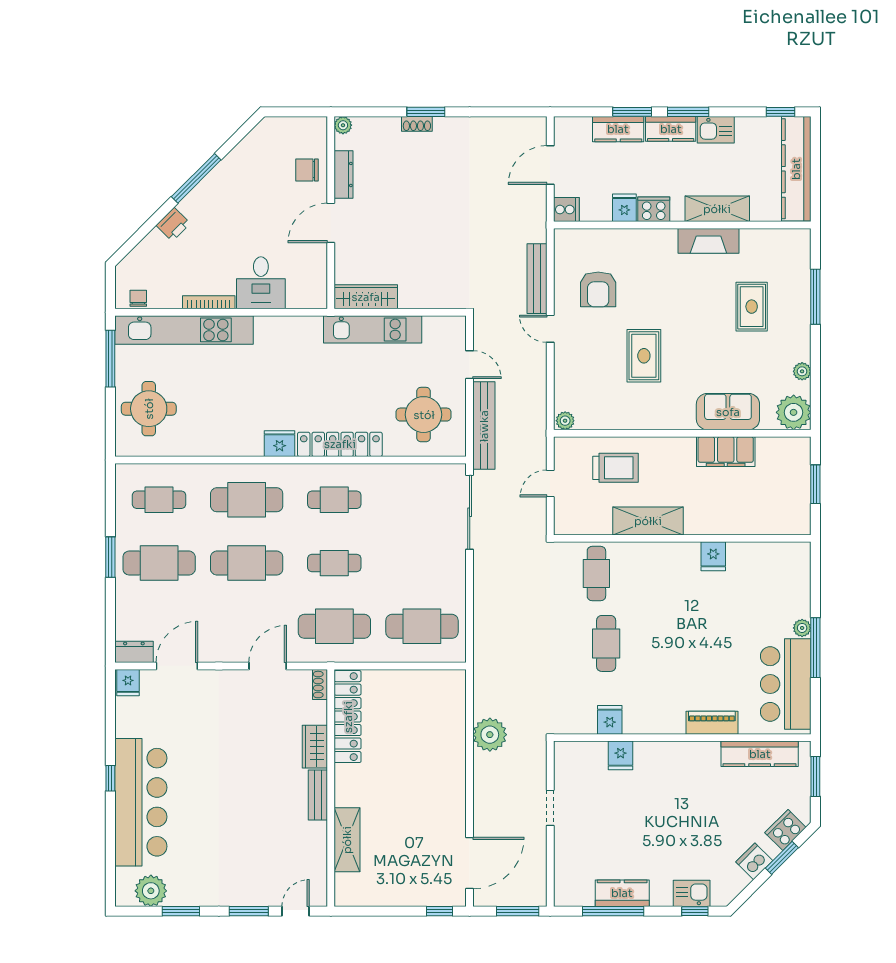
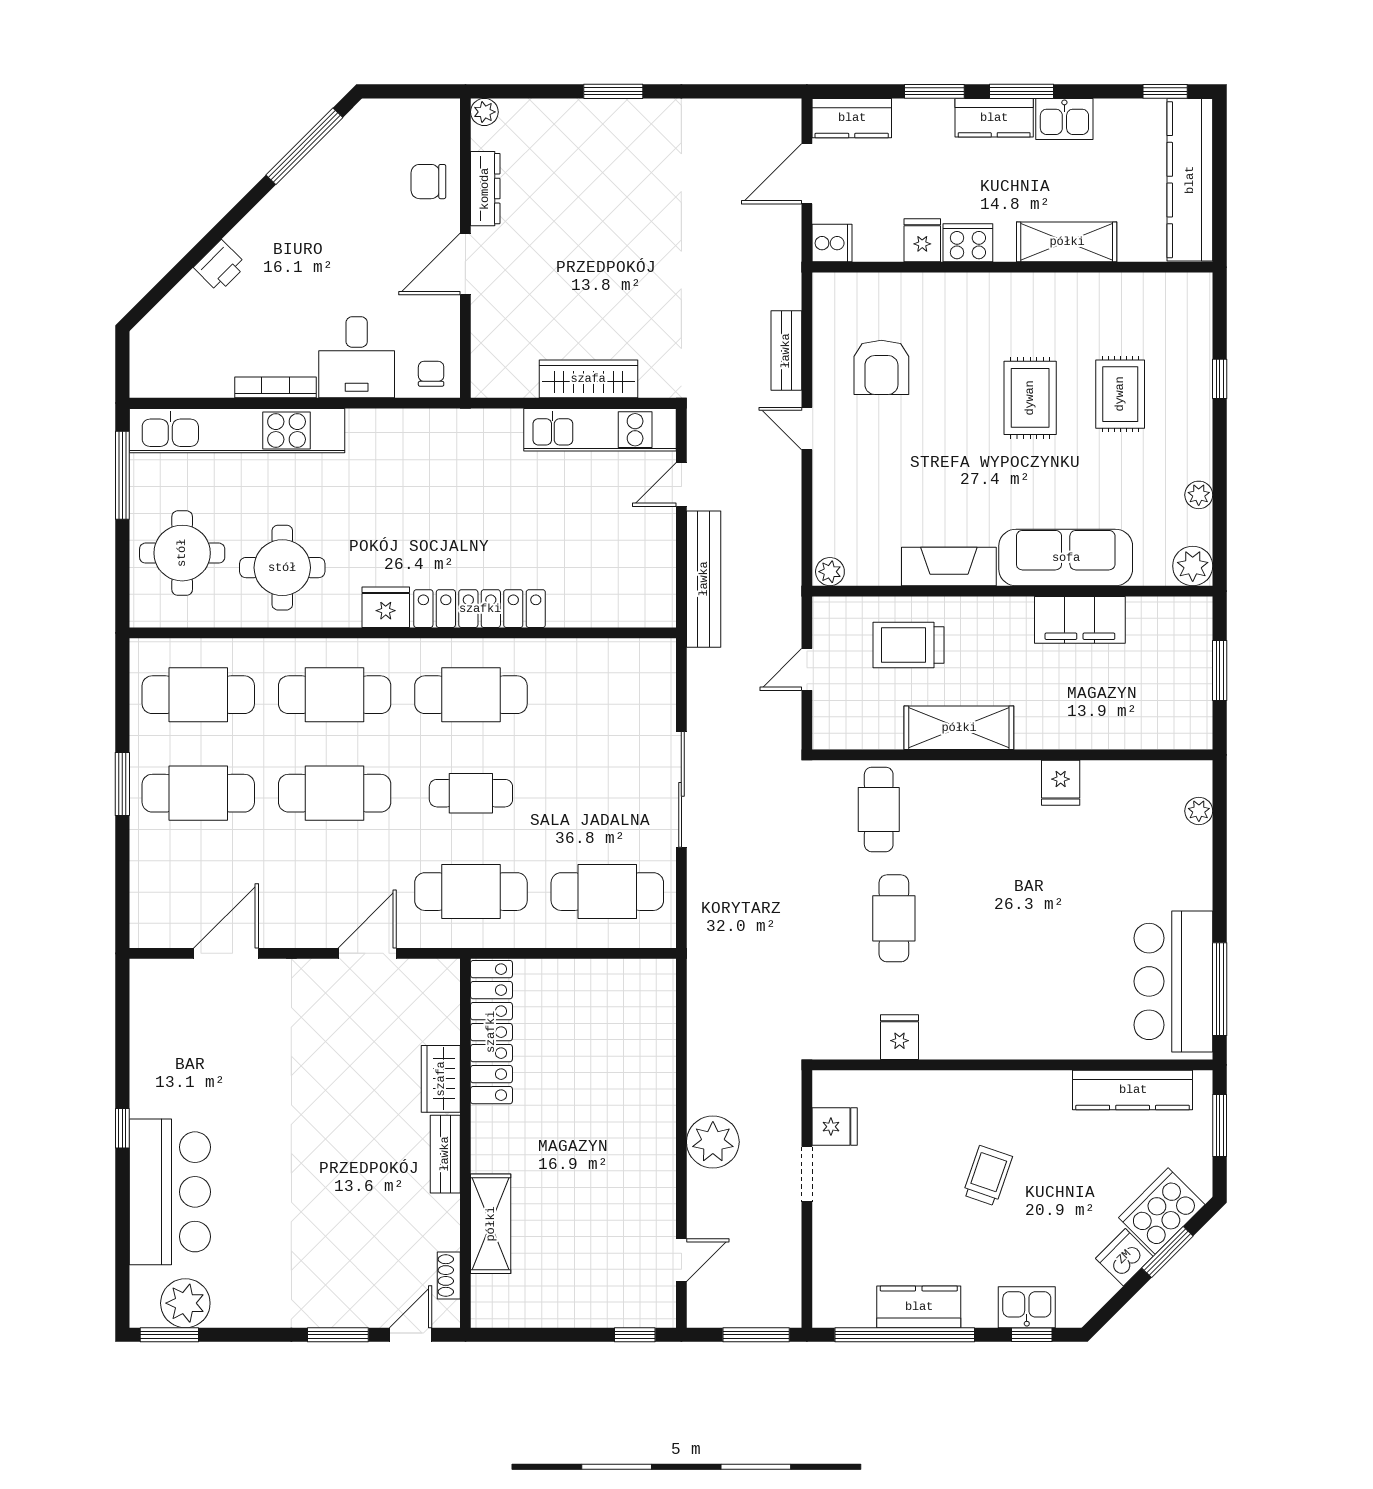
shoe rack: (417, 124) -> (599, 110), removed
kitchen counter: (618, 129) -> (852, 118), moved
window: (196, 178) -> (304, 146), moved
fireplace: (708, 241) -> (949, 566), moved, turned 180
bench: (537, 279) -> (786, 351), width x0.73
wardrobe: (366, 297) -> (588, 379), moved
window: (815, 297) -> (1220, 379), width x0.46
chair: (138, 298) -> (431, 374), moved
kitchen unit: (373, 329) -> (600, 430), moved
rug: (644, 356) -> (1030, 398), moved
door: (470, 365) -> (681, 484), swing flipped
sofa: (728, 412) -> (1066, 558), width x1.36
plant: (794, 412) -> (1193, 566), width x0.73, depth x0.73
round table: (424, 415) -> (282, 568), moved
trolley: (616, 468) -> (908, 645), turned 180
cafe table: (159, 500) -> (198, 695), width x1.37, depth x1.35
cafe table: (334, 500) -> (471, 695), width x1.37, depth x1.35
sliding door: (470, 512) -> (681, 789), moved
plant: (802, 628) -> (1199, 811), moved
window: (815, 648) -> (1220, 989), moved
dresser: (134, 652) -> (159, 931), removed
fridge: (128, 683) -> (150, 979), removed
shoe rack: (320, 685) -> (449, 1276), moved
piano: (712, 723) -> (1058, 1042), removed
plant: (490, 735) -> (713, 1142), moved
fridge: (621, 755) -> (835, 1127), moved, turned -90
bar counter: (141, 802) -> (170, 1192), width x0.73
trolley: (666, 809) -> (987, 1176), added
cooker: (785, 830) -> (1162, 1211), width x1.37, depth x1.31
door: (470, 863) -> (681, 1260), width x0.53
window: (181, 911) -> (169, 1335), moved
window: (613, 911) -> (905, 1335), width x1.46

